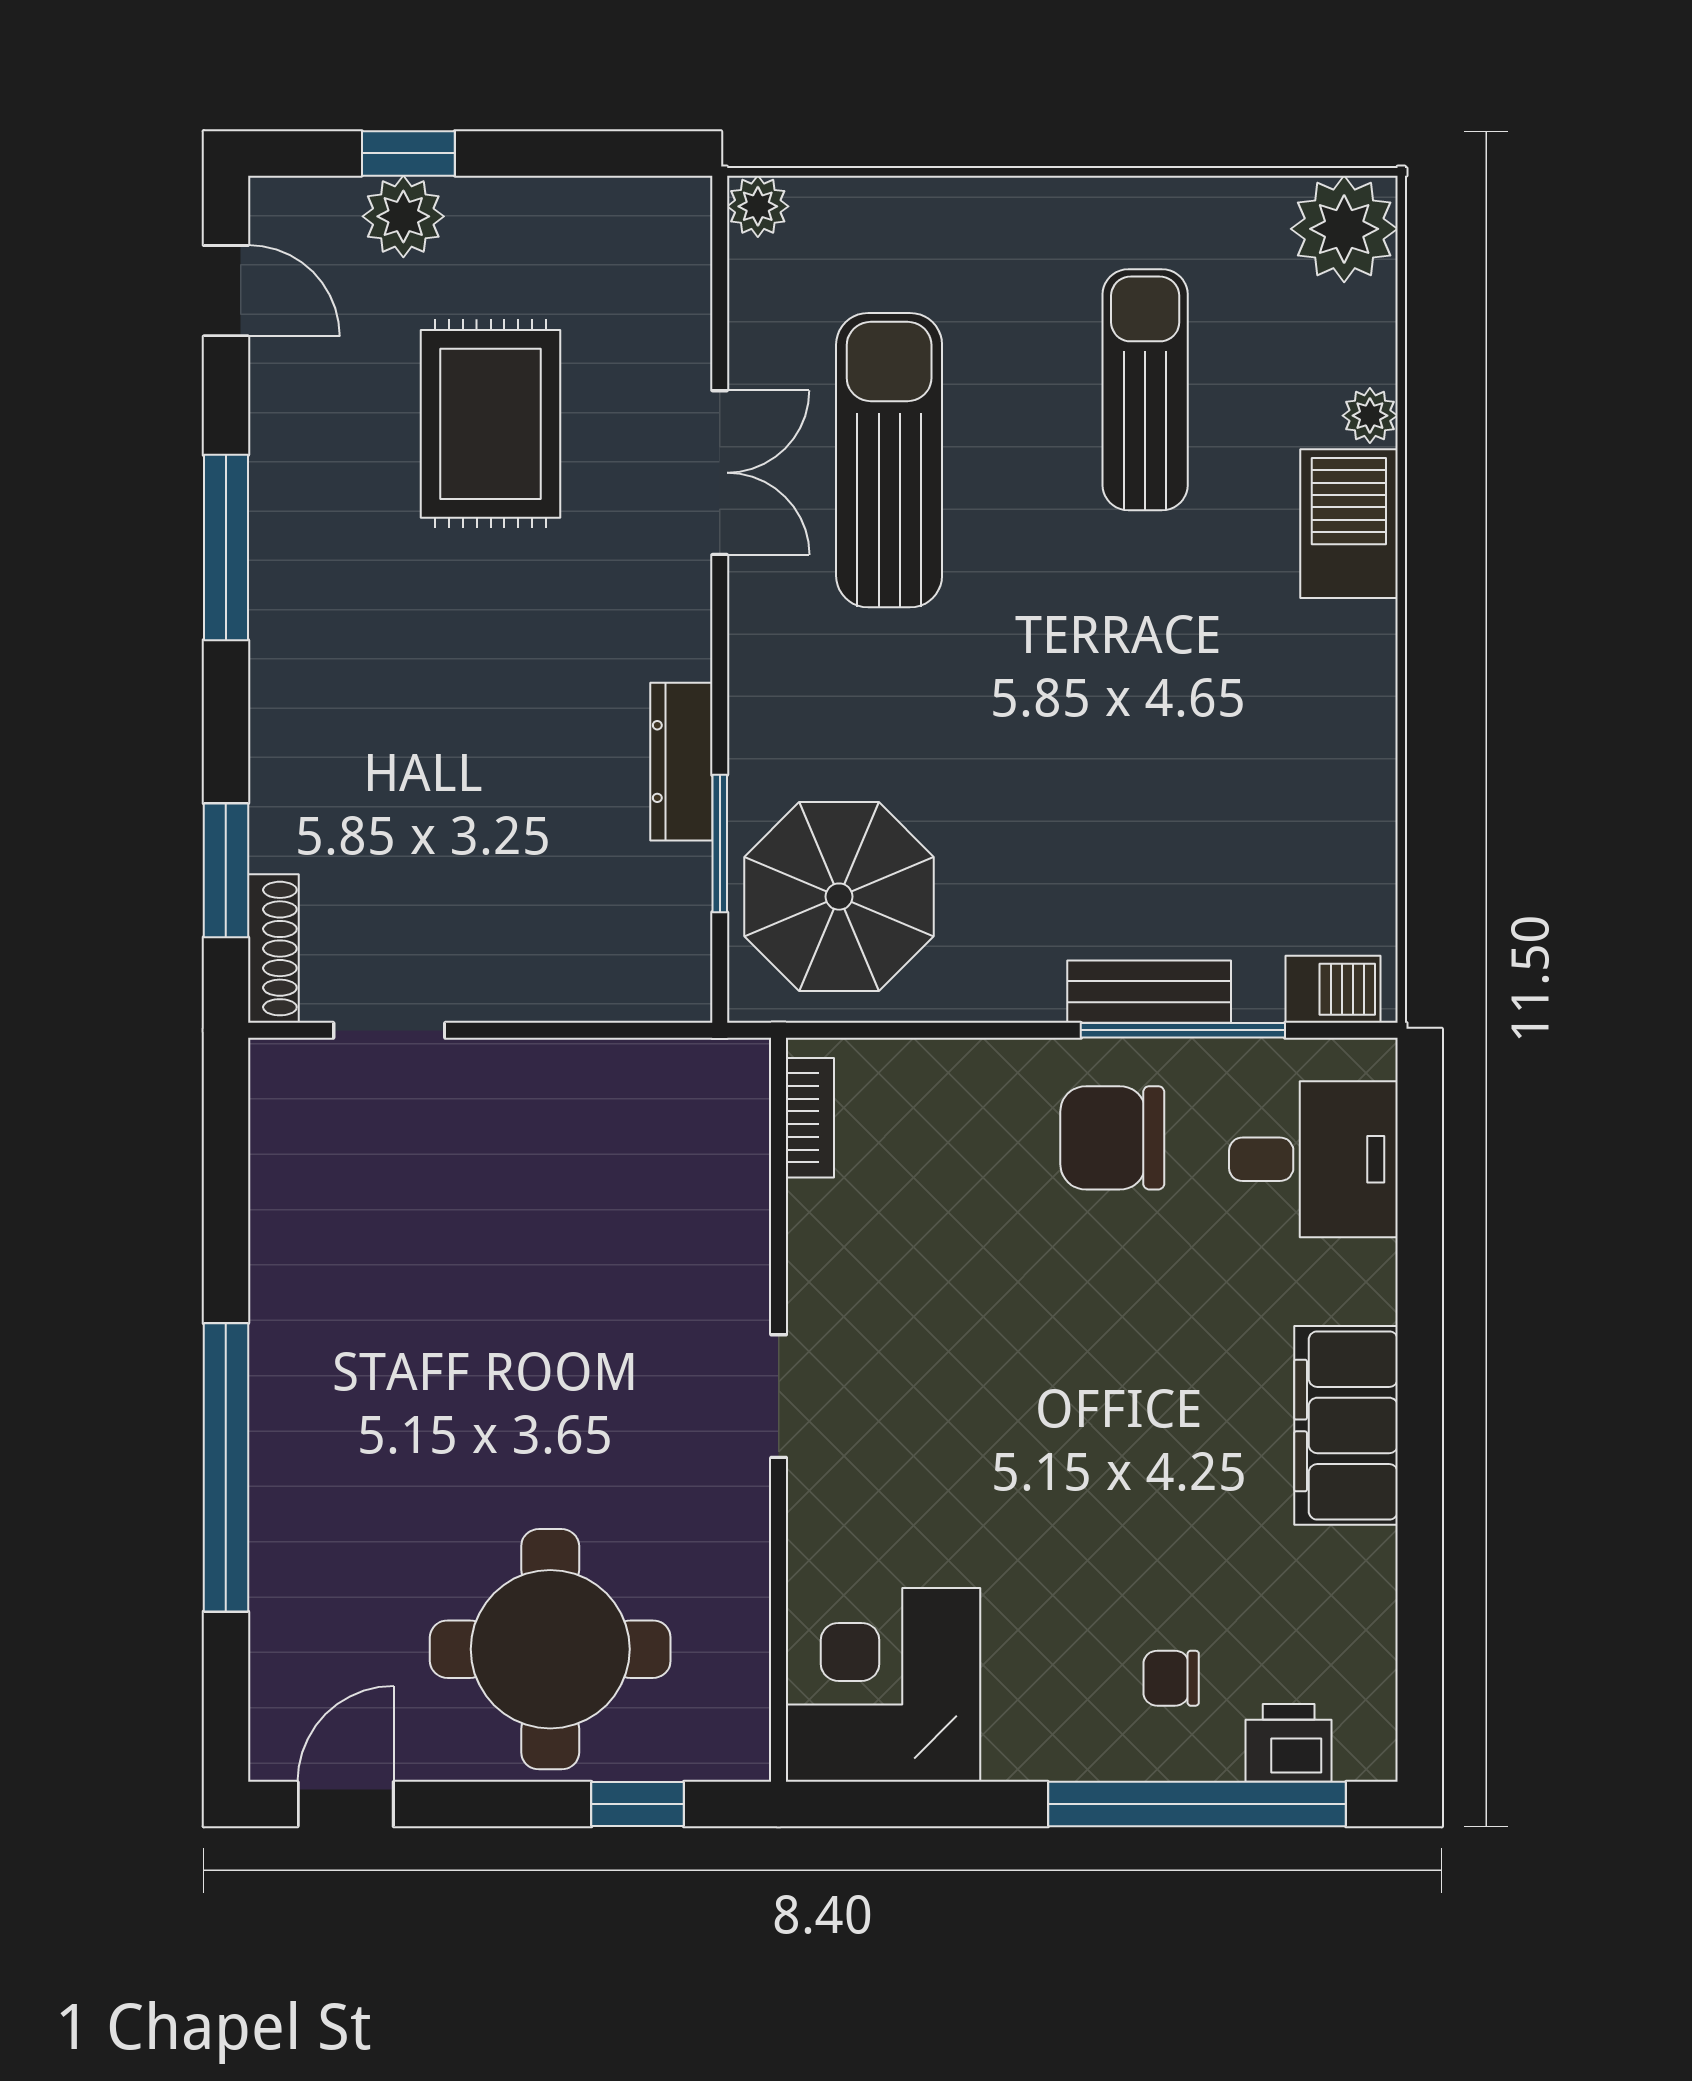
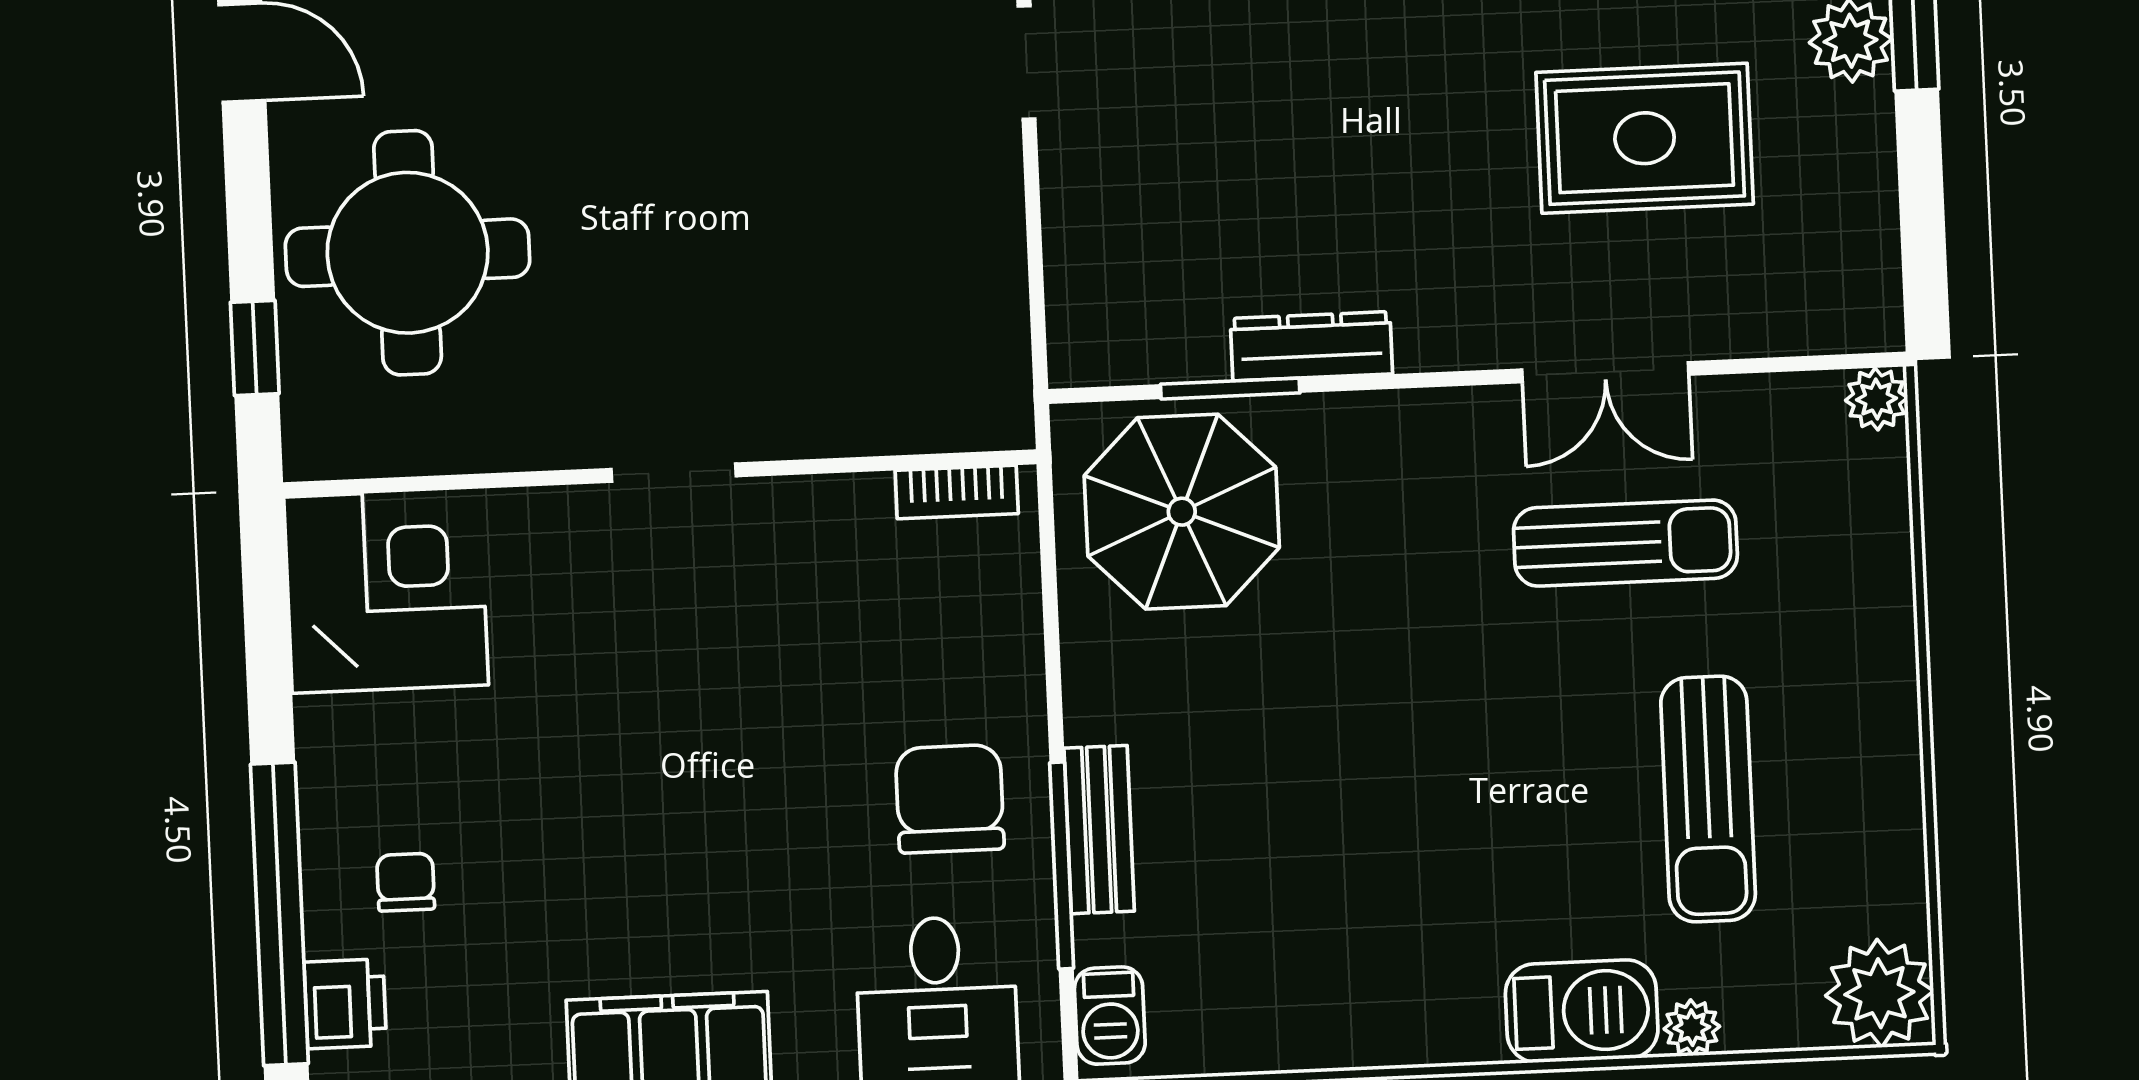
sun lounger: (1145, 390) -> (1708, 799), turned 90
sun lounger: (889, 460) -> (1625, 543), width x0.73, depth x0.75

